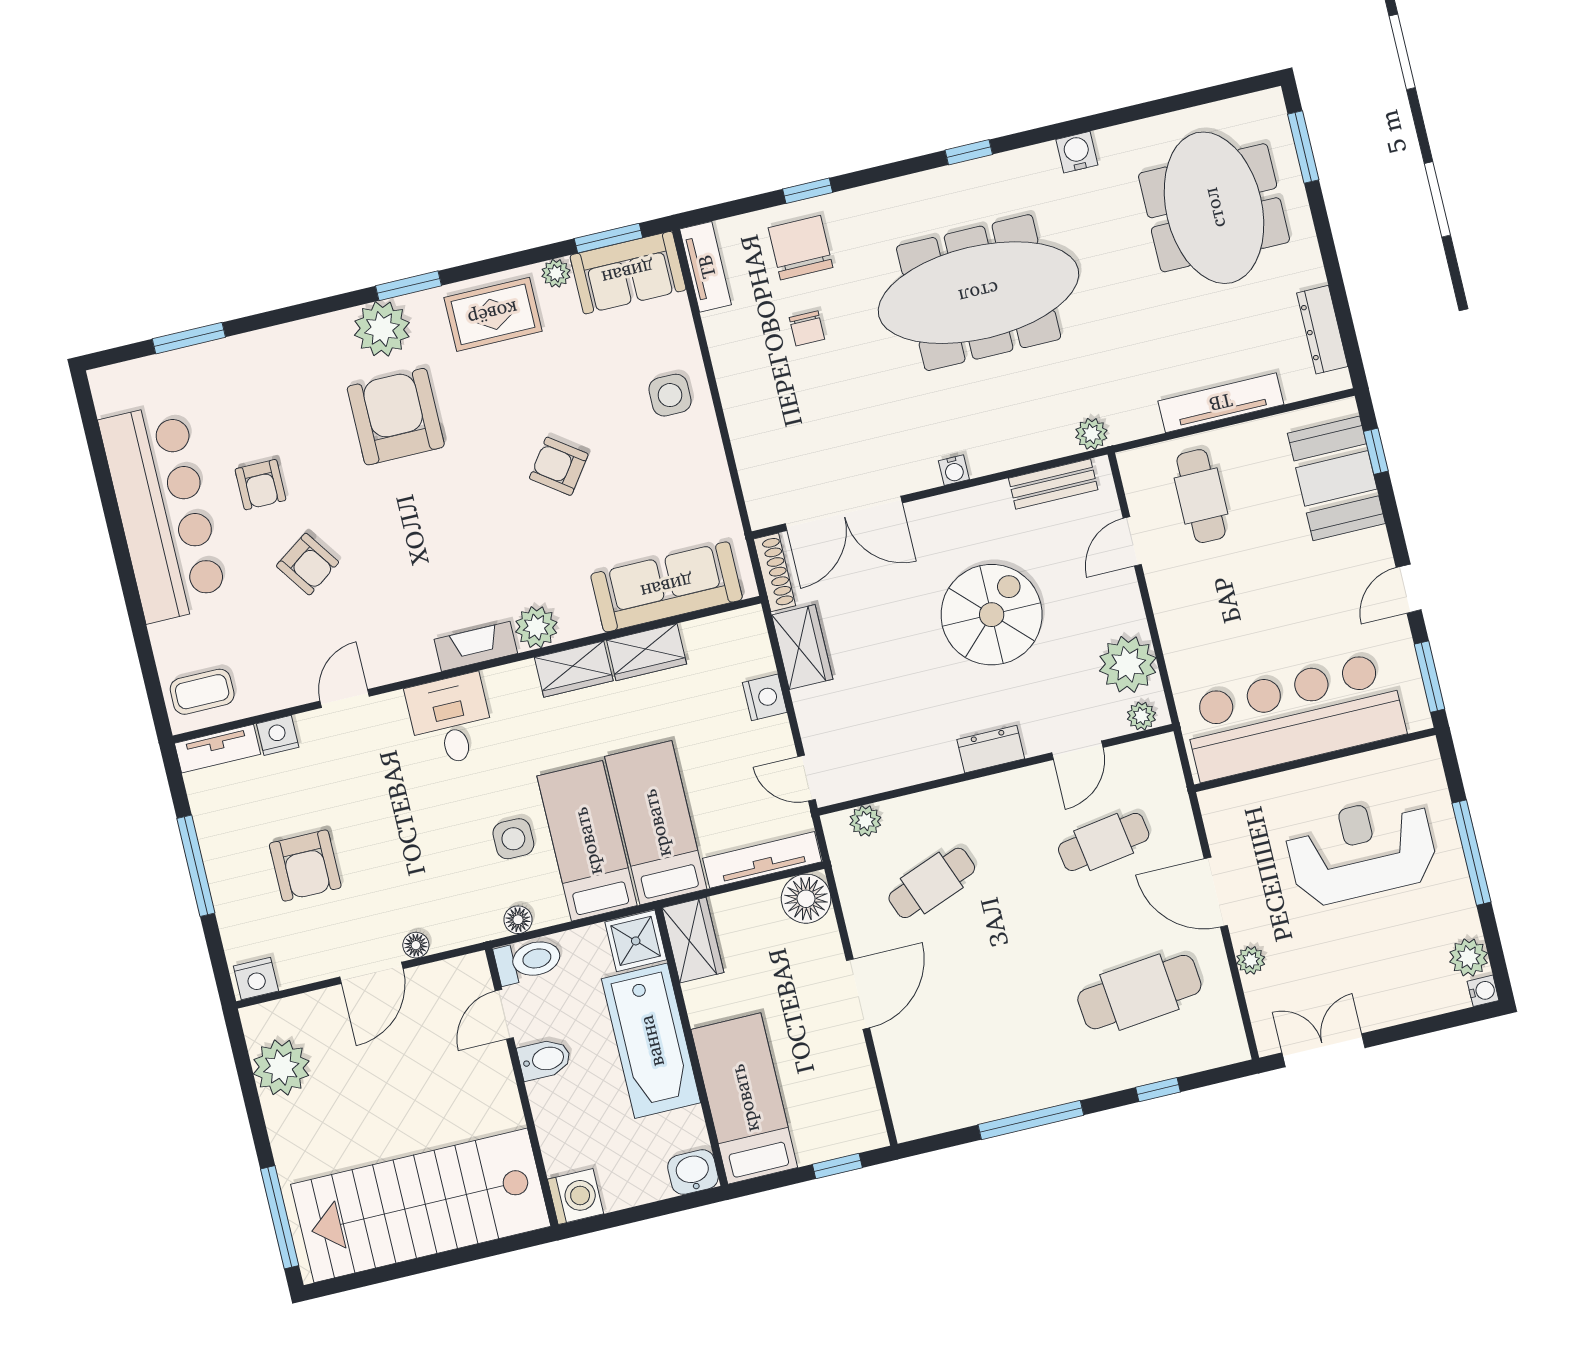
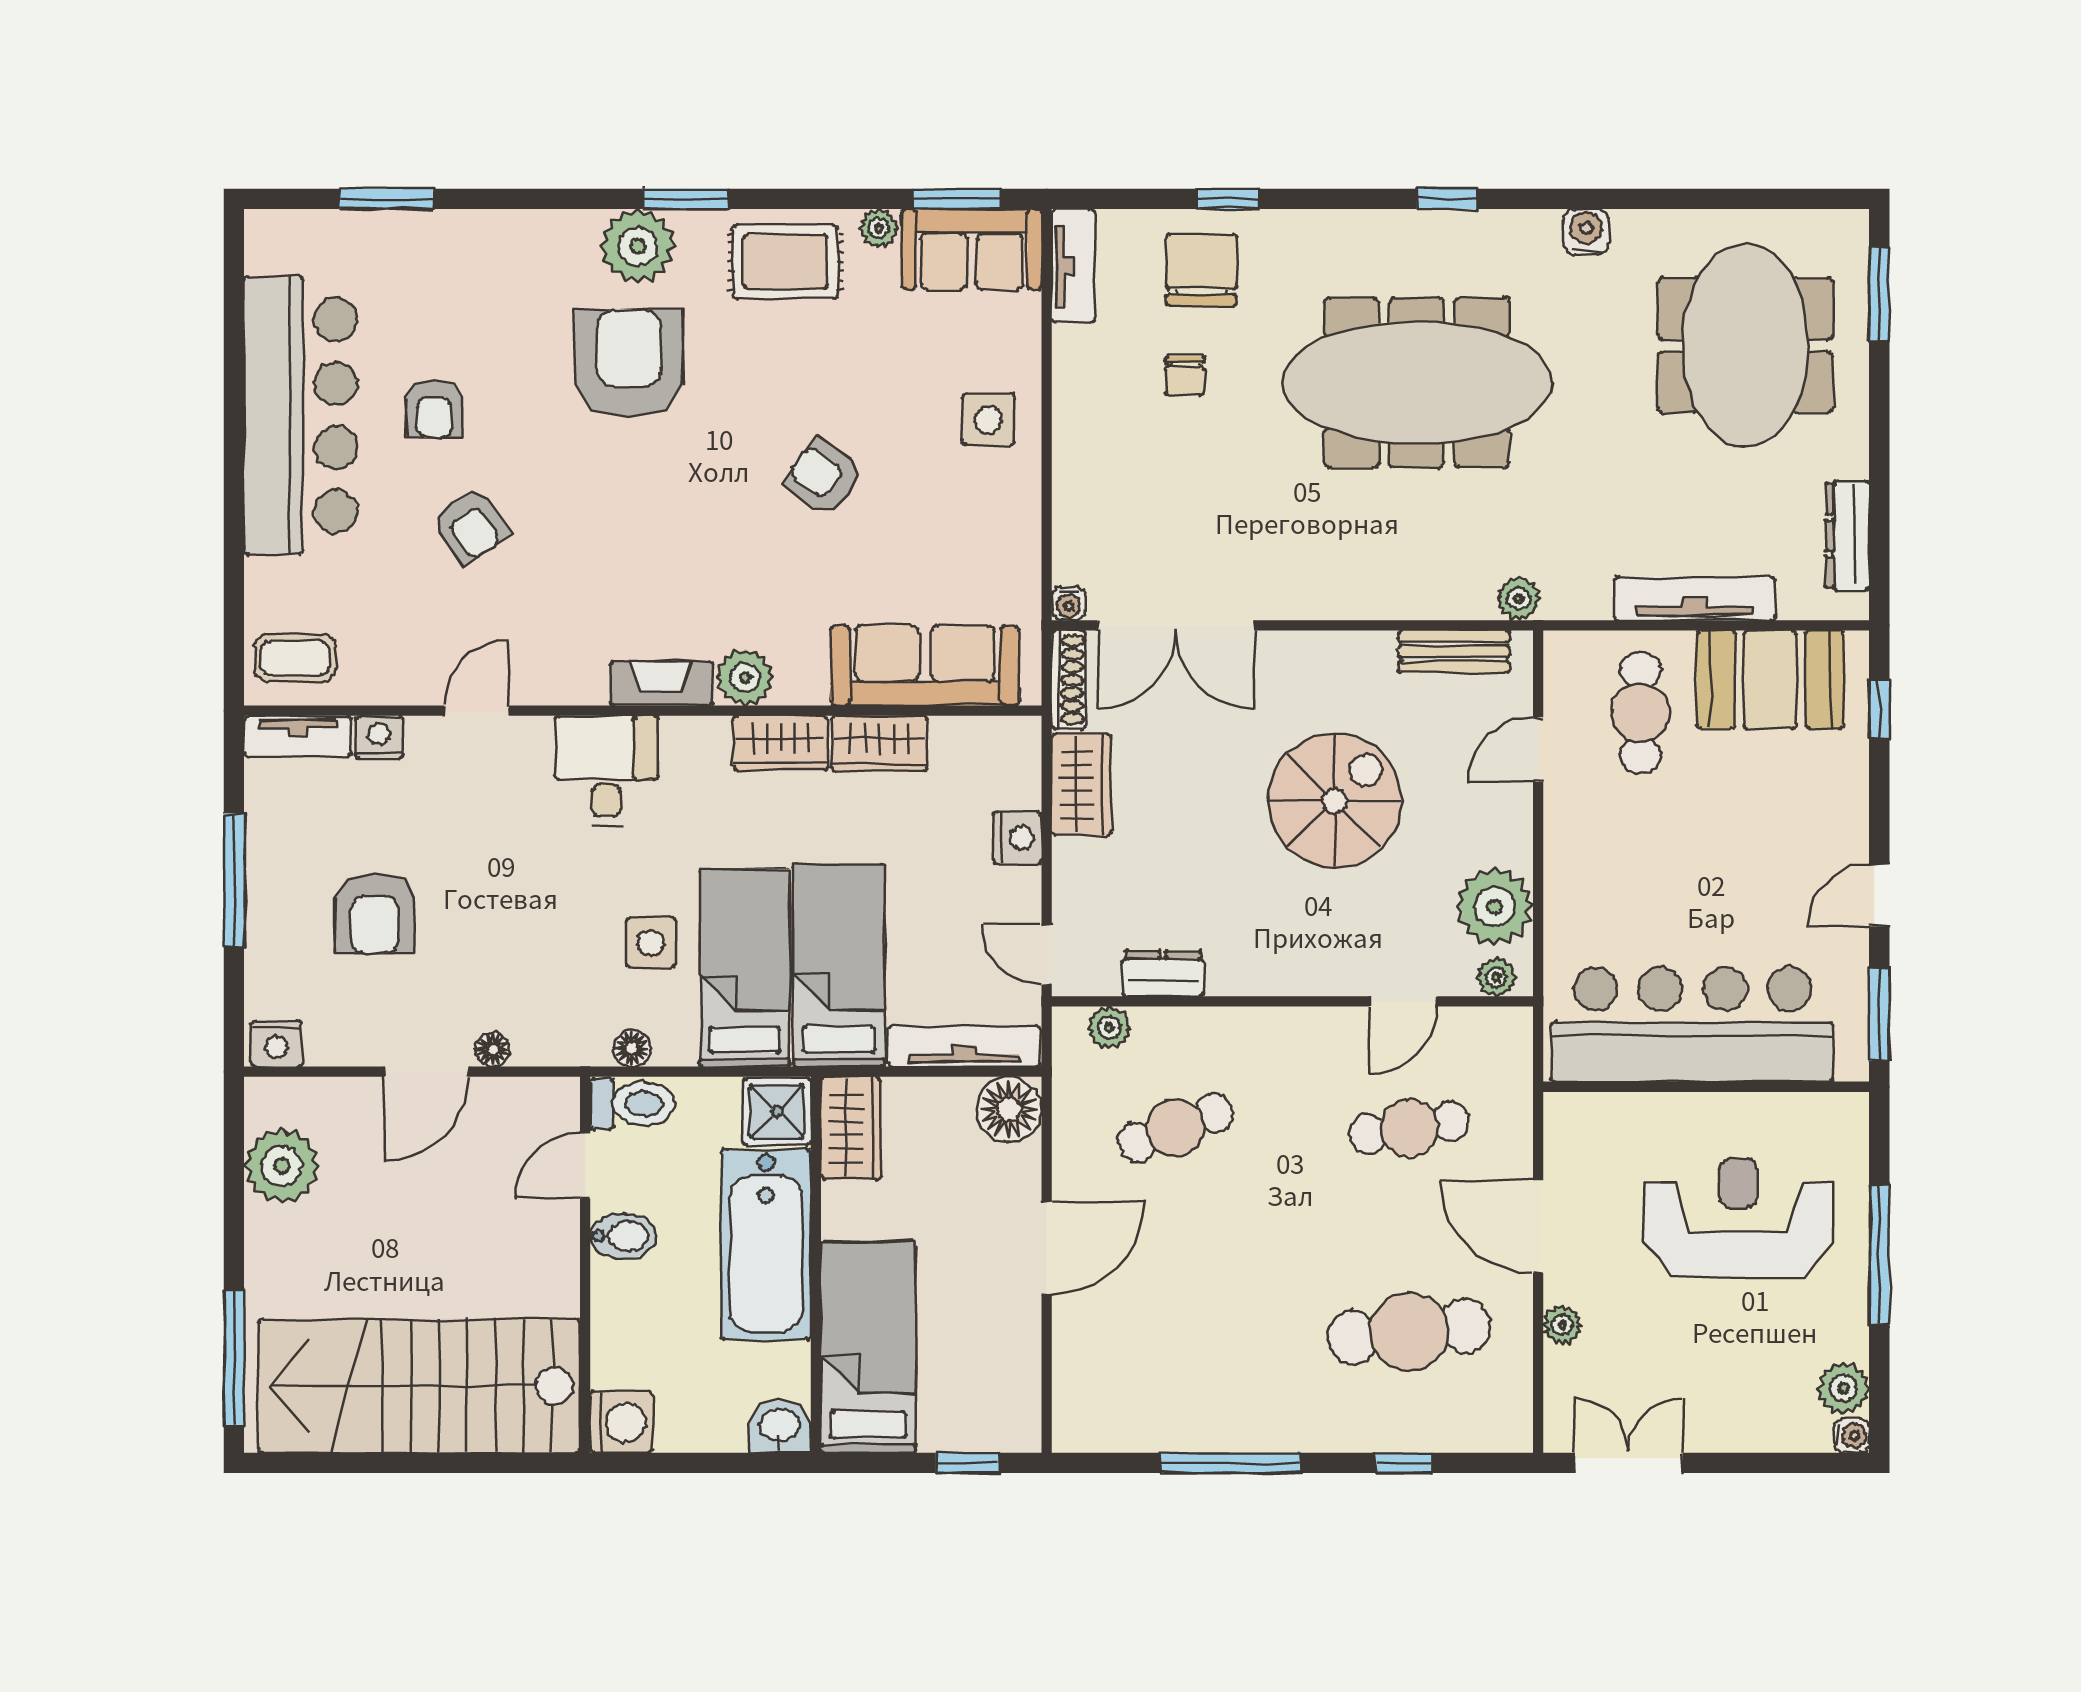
water cooler: (954, 470) -> (1069, 603), moved
booth: (1336, 478) -> (1770, 679), moved, turned 90
dresser: (991, 749) -> (1163, 974), moved

